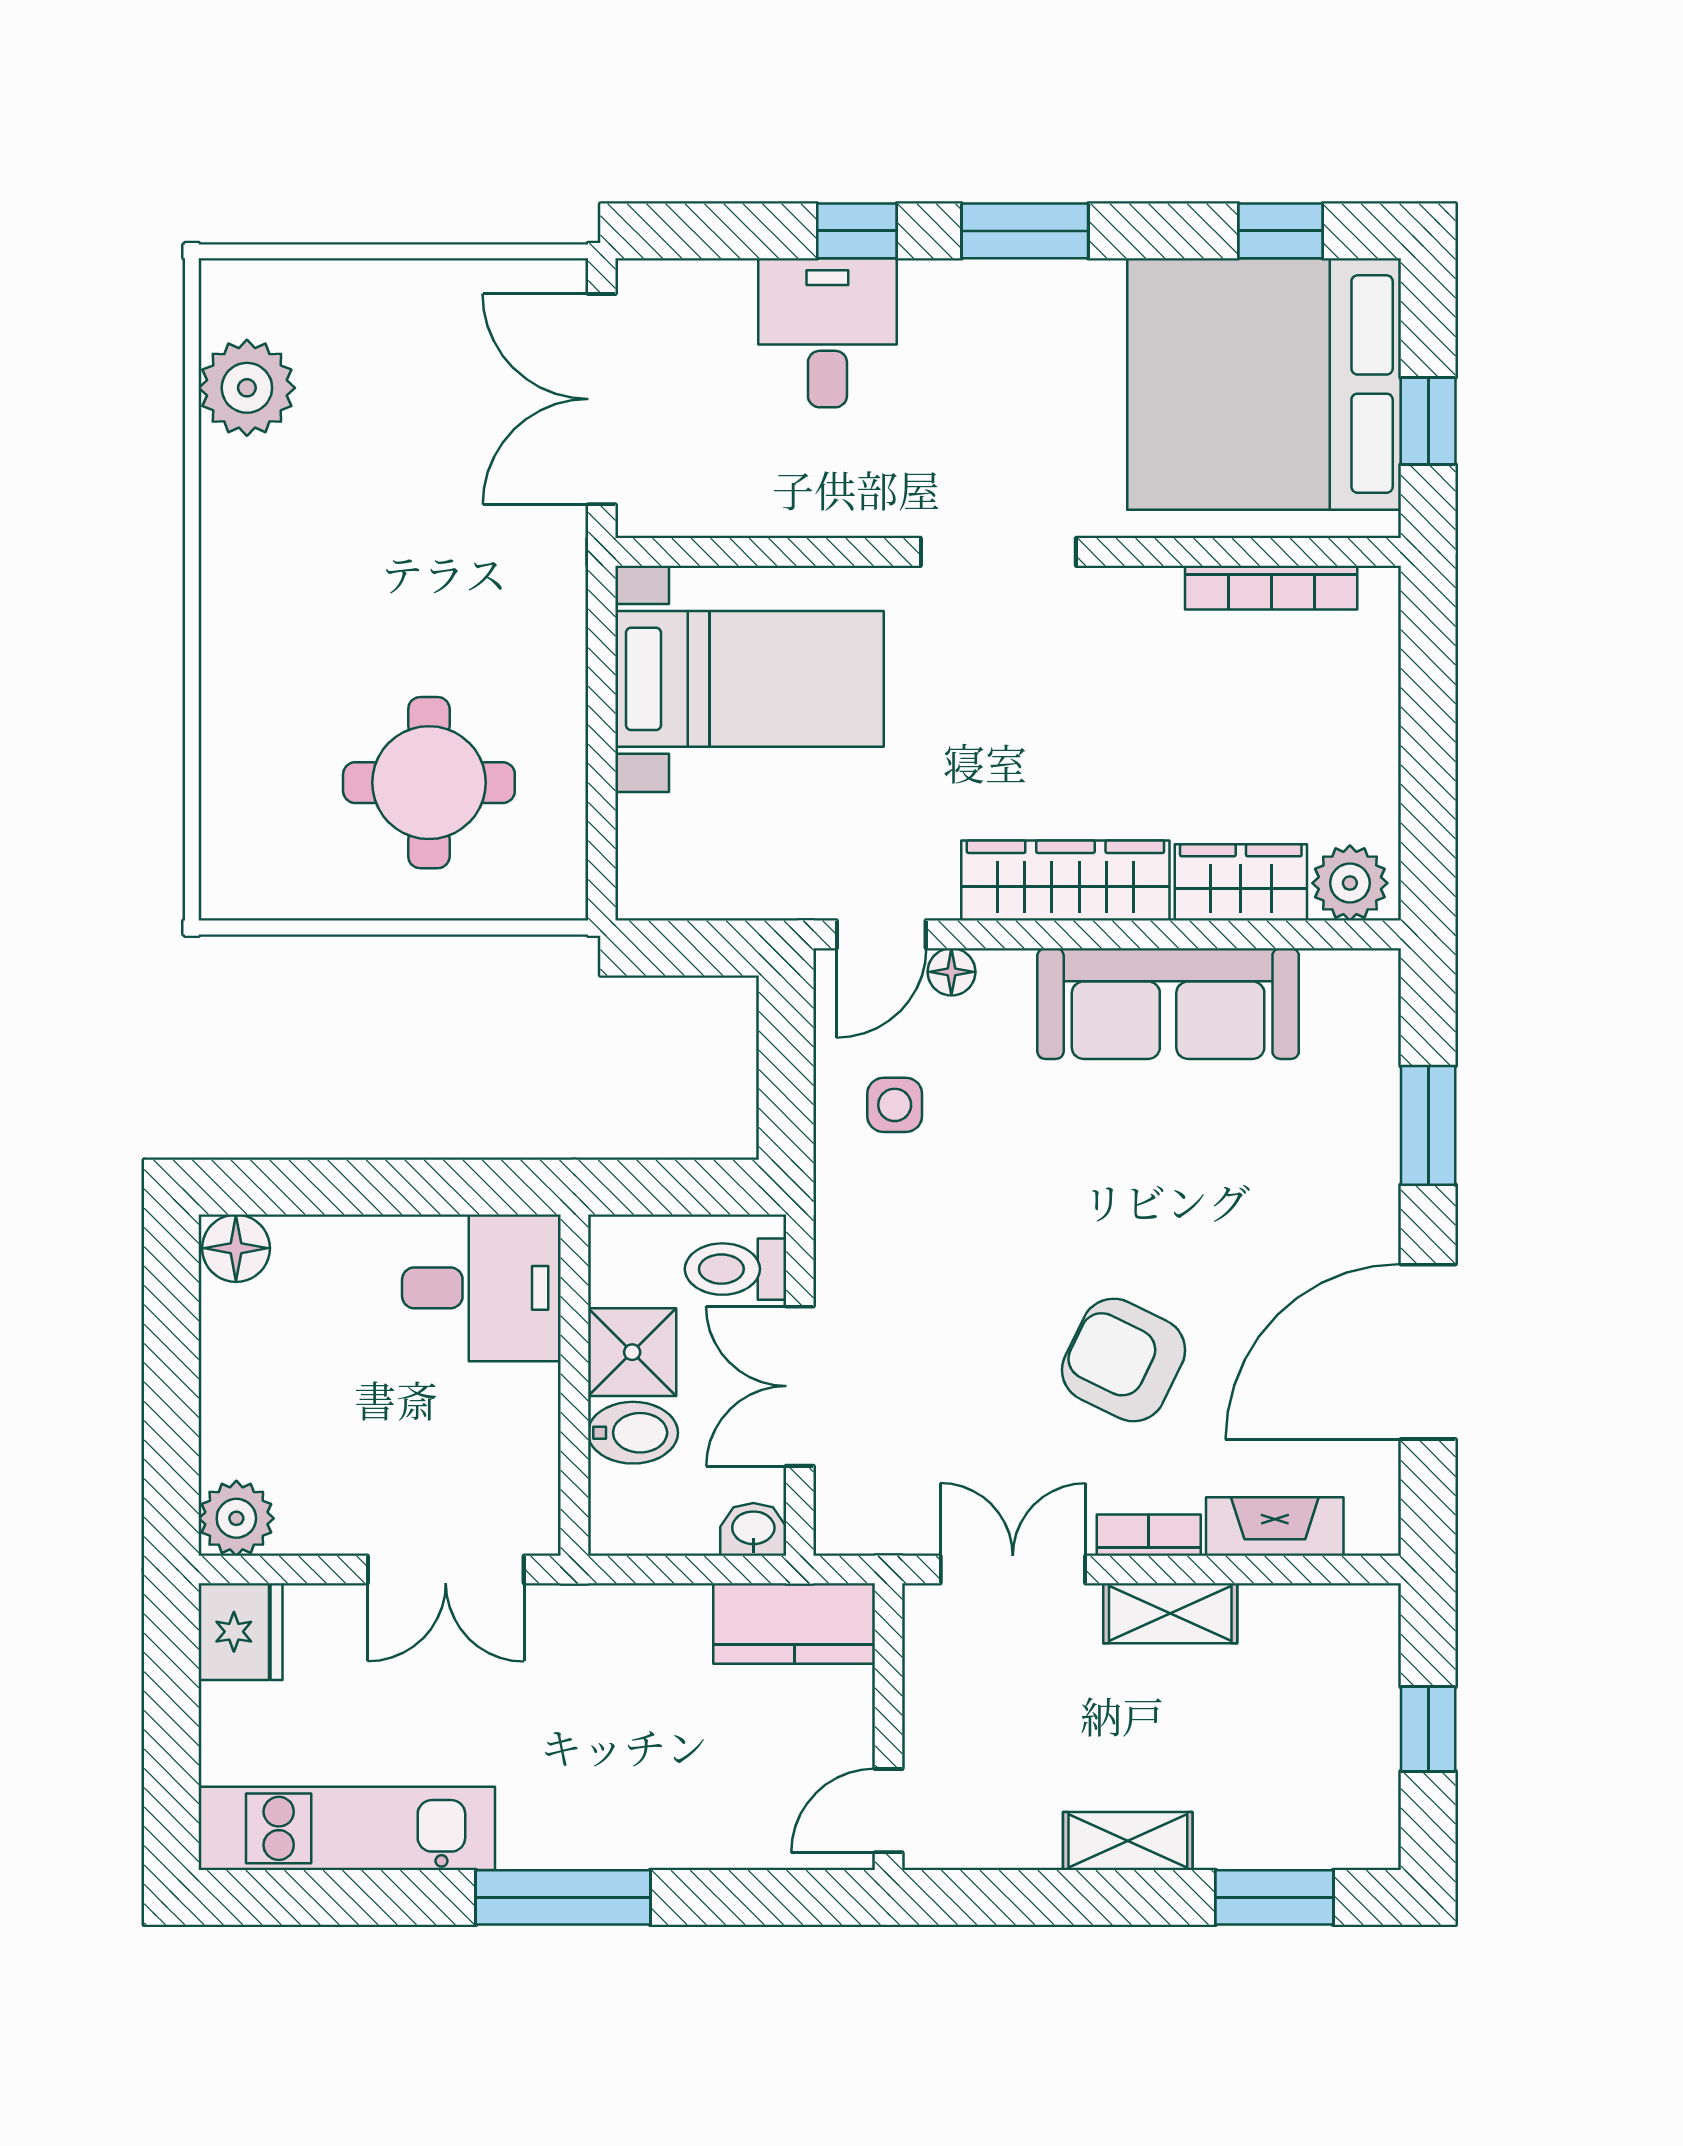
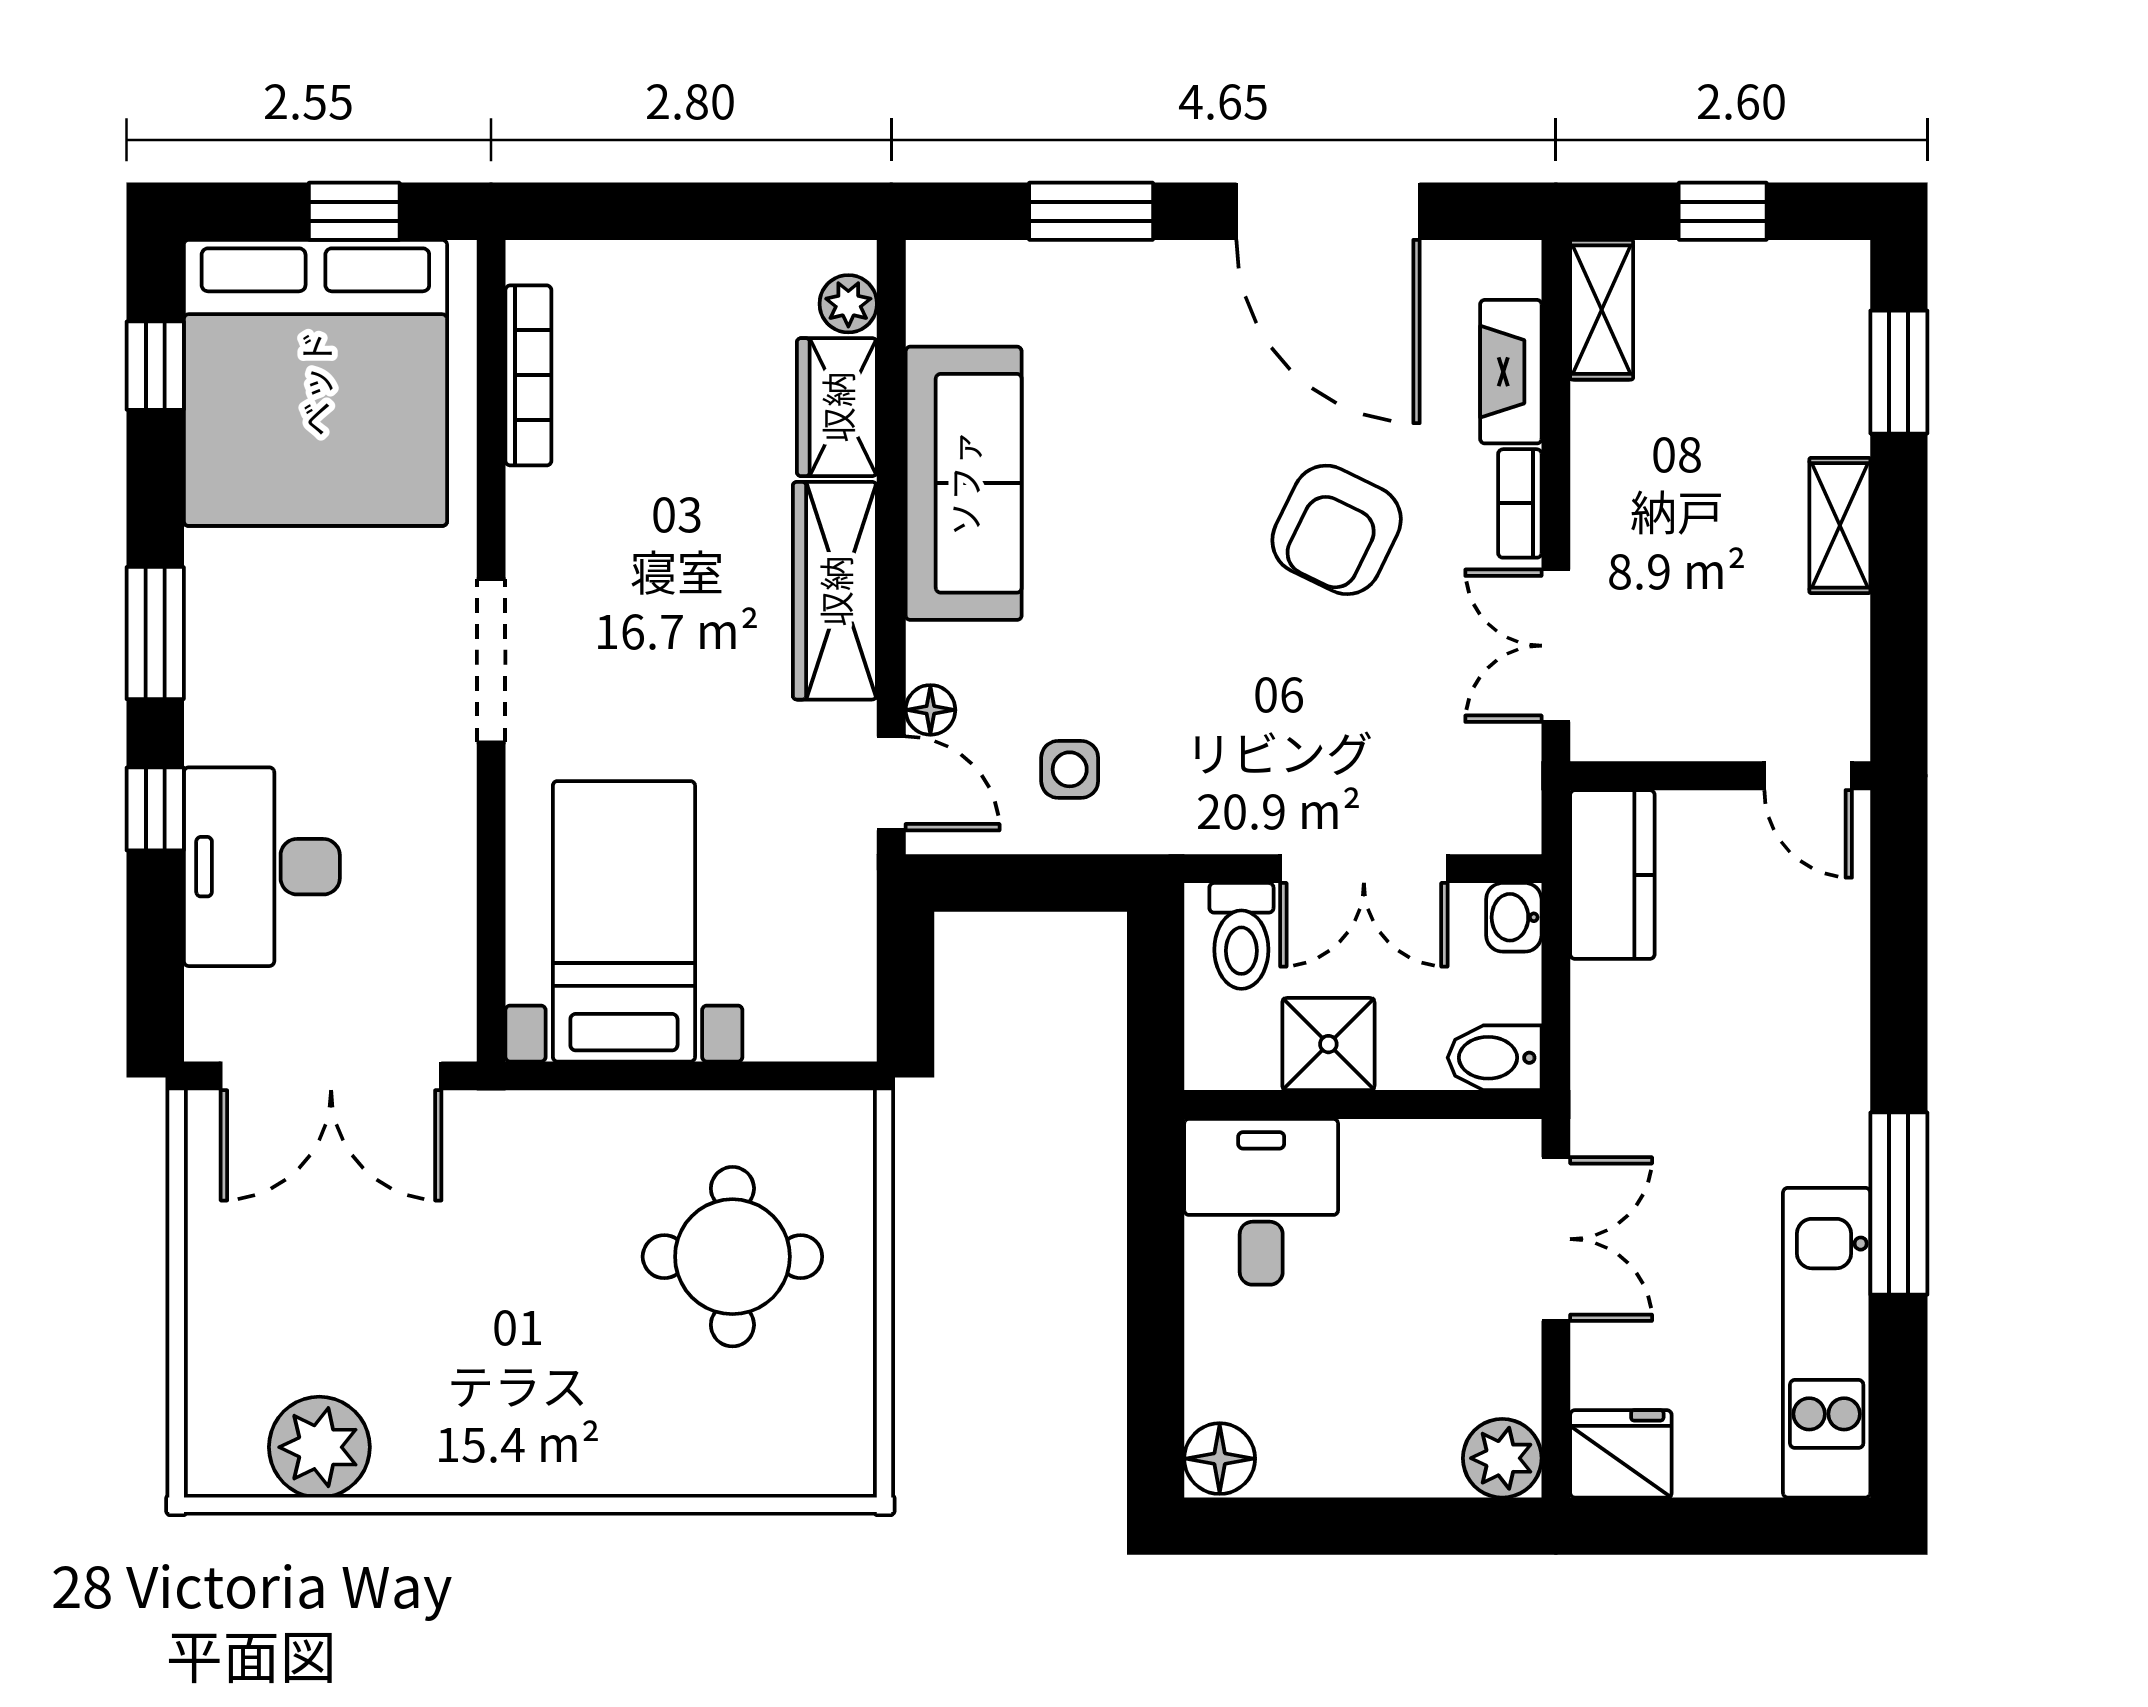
desk: (827, 333) -> (262, 867), width x1.37
plant: (1350, 883) -> (848, 304), width x0.73, depth x0.73
bidet: (633, 1433) -> (1495, 1058), moved, turned -90
shelving: (1170, 1613) -> (1602, 310), moved
window: (563, 1897) -> (1899, 1204), moved

